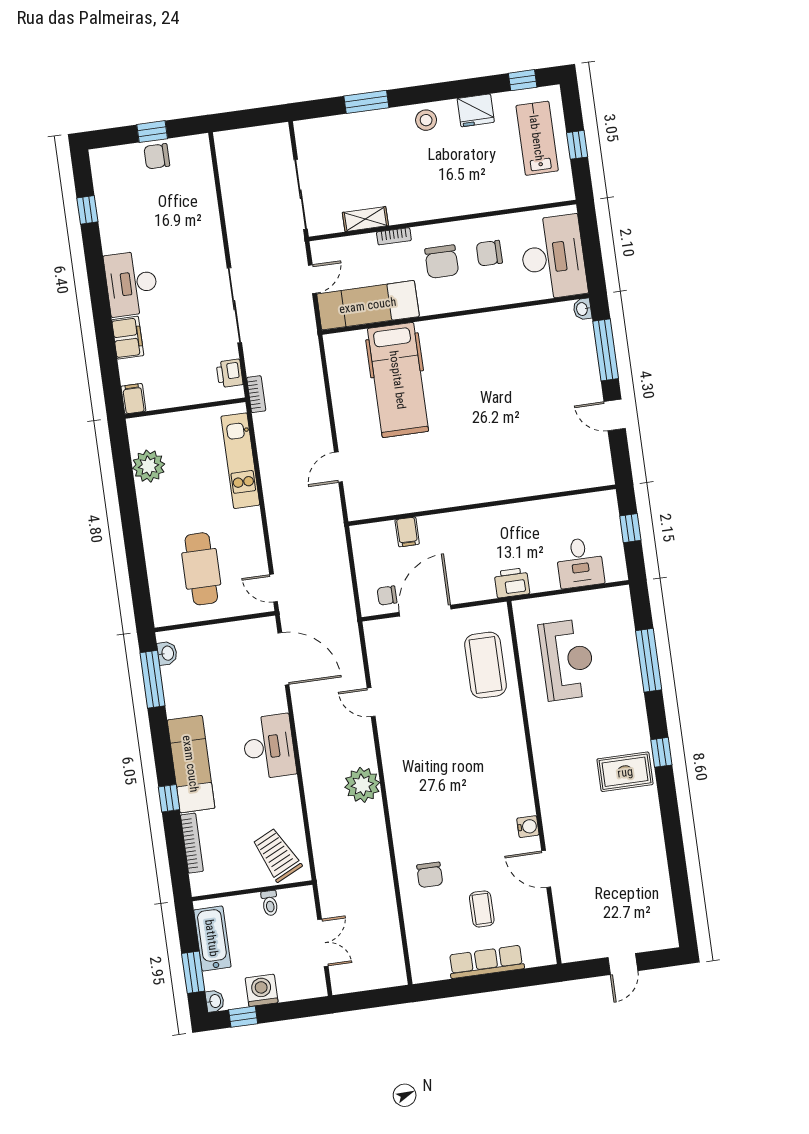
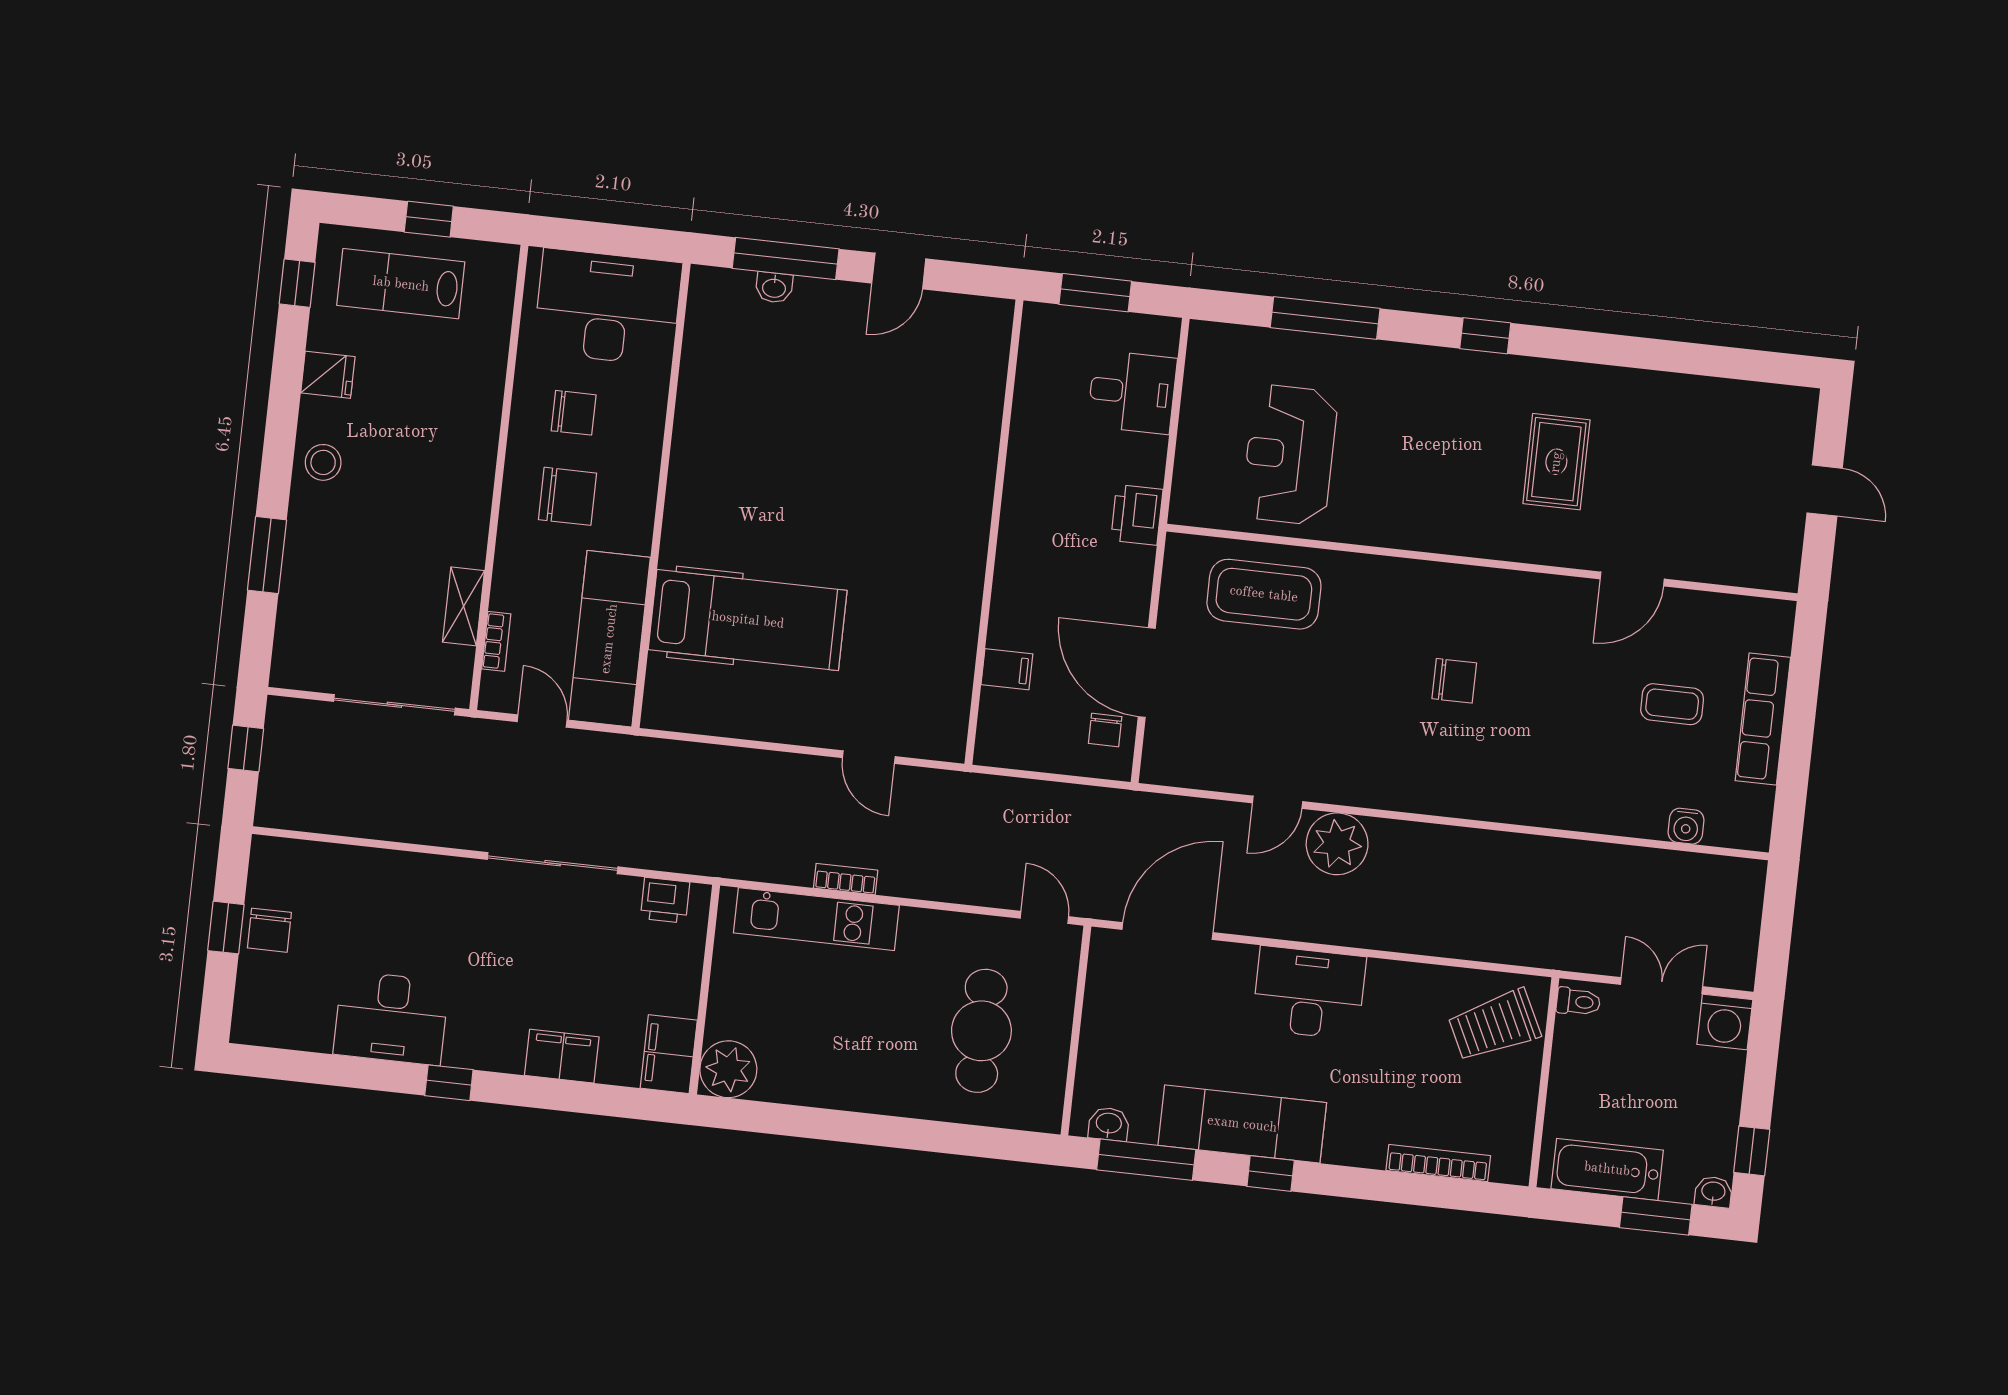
fridge: (476, 110) -> (328, 375), width x0.72
window: (255, 117) -> (246, 749), added
window: (87, 210) -> (449, 1083), moved
bookcase: (394, 236) -> (496, 641), moved
chair: (489, 253) -> (574, 413), turned -90
desk: (131, 283) -> (391, 1018), moved
washbasin: (582, 309) -> (774, 287), moved
bookcase: (256, 394) -> (846, 879), moved
filing cabinet: (133, 399) -> (669, 1054), width x2.00
plant: (149, 466) -> (728, 1069), moved
window: (630, 528) -> (1095, 293), width x1.50
cafe table: (201, 569) -> (981, 1031), turned 90
door: (274, 588) -> (1044, 917), swing flipped
reception desk: (567, 660) -> (1290, 455), turned -90
exam couch: (191, 764) -> (1242, 1124), moved
rug: (625, 772) -> (1556, 462), moved
plant: (362, 785) -> (1337, 844), moved
window: (169, 798) -> (1271, 1173), moved
water cooler: (528, 827) -> (1686, 826), moved, turned 180
chair: (430, 875) -> (1454, 681), moved
toilet: (270, 903) -> (1578, 1002), moved
washing machine: (262, 990) -> (1725, 1022), moved, turned -90

